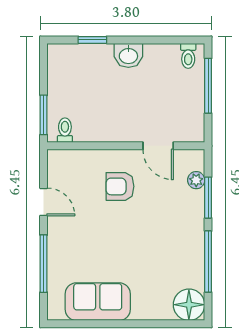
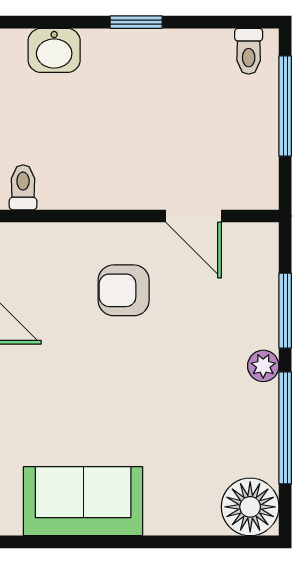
window: (92, 40) -> (136, 22), moved
washbasin: (128, 55) -> (54, 50), moved
plant: (196, 180) -> (263, 366), moved

